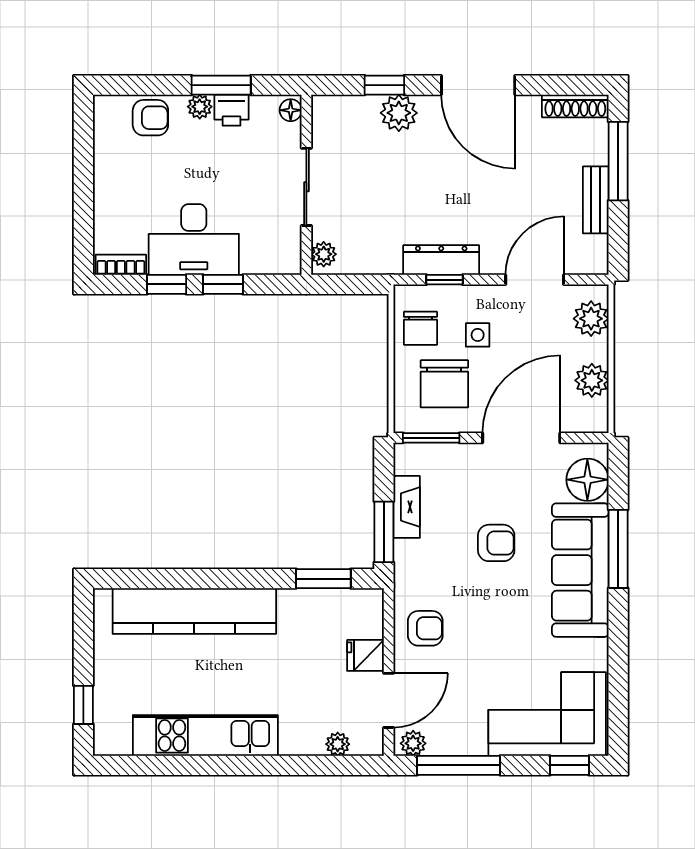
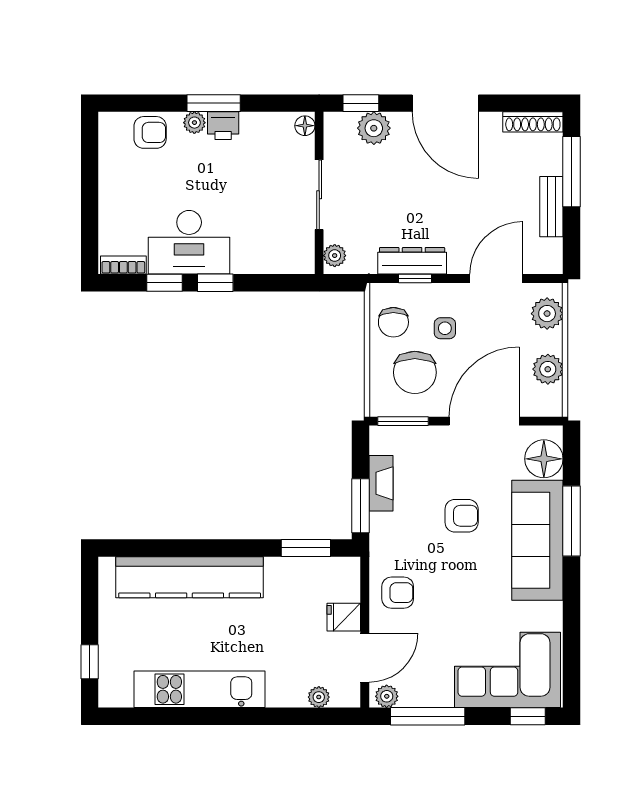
floor lamp: (291, 110) -> (305, 126), moved
wall: (306, 185) -> (319, 193), moved
sliding door: (306, 187) -> (319, 195), moved
plant: (324, 254) -> (335, 256), moved

